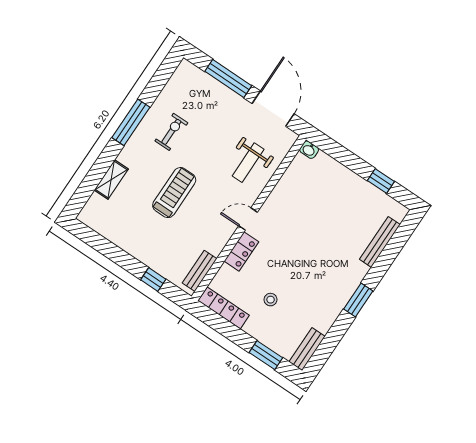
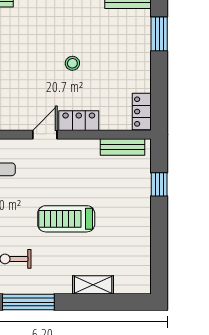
door: (248, 219) -> (45, 135), swing flipped
stool: (271, 300) -> (72, 63), moved
locker: (224, 308) -> (142, 112), width x0.66

